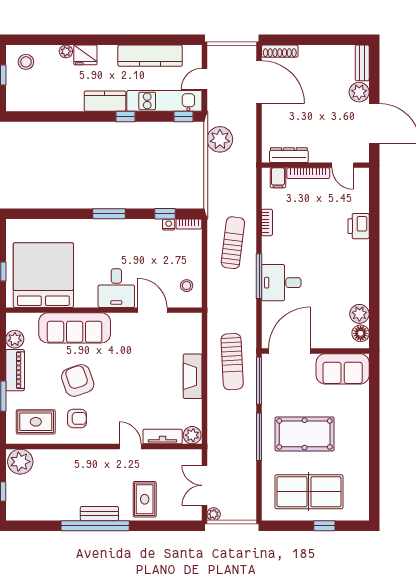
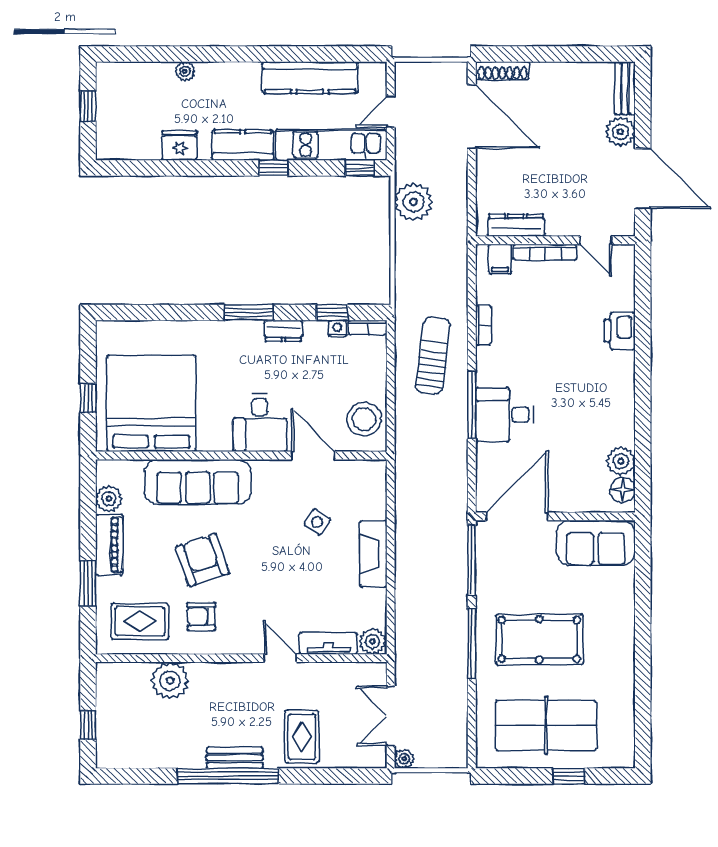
fridge: (85, 55) -> (180, 146), moved, turned 180
stool: (26, 62) -> (125, 87), removed
dresser: (132, 226) -> (283, 331), added
stool: (187, 286) -> (364, 419), width x1.89, depth x1.89
side table: (155, 355) -> (317, 522), added
sun lounger: (232, 362) -> (432, 532), removed
armchair: (77, 418) -> (201, 616), turned 180
plant: (20, 462) -> (170, 681), moved

